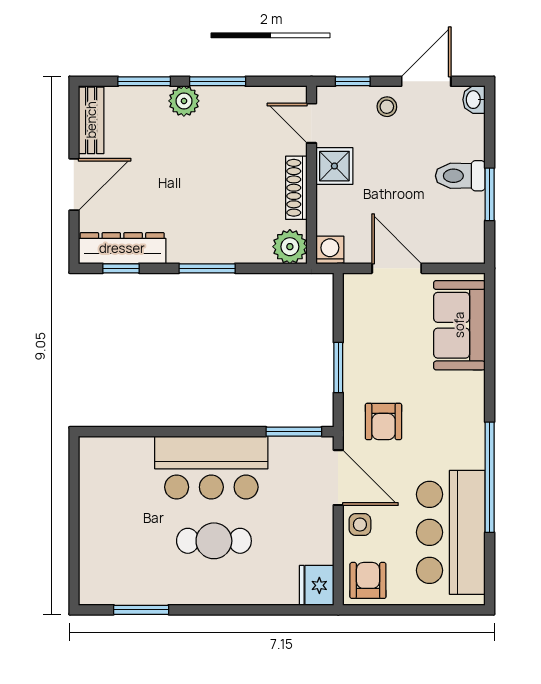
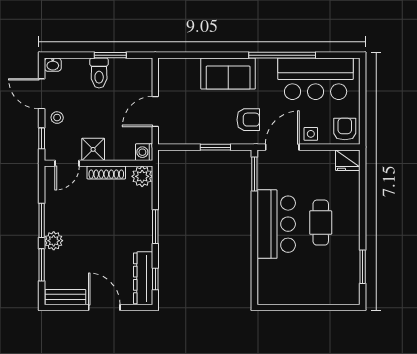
sofa: (459, 325) -> (228, 74), moved
armchair: (368, 580) -> (345, 129), turned 90

